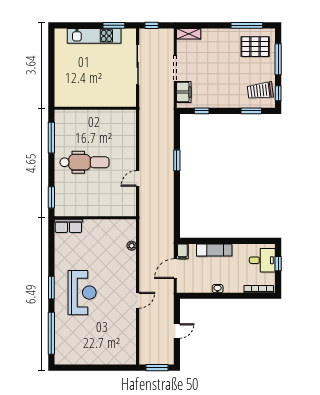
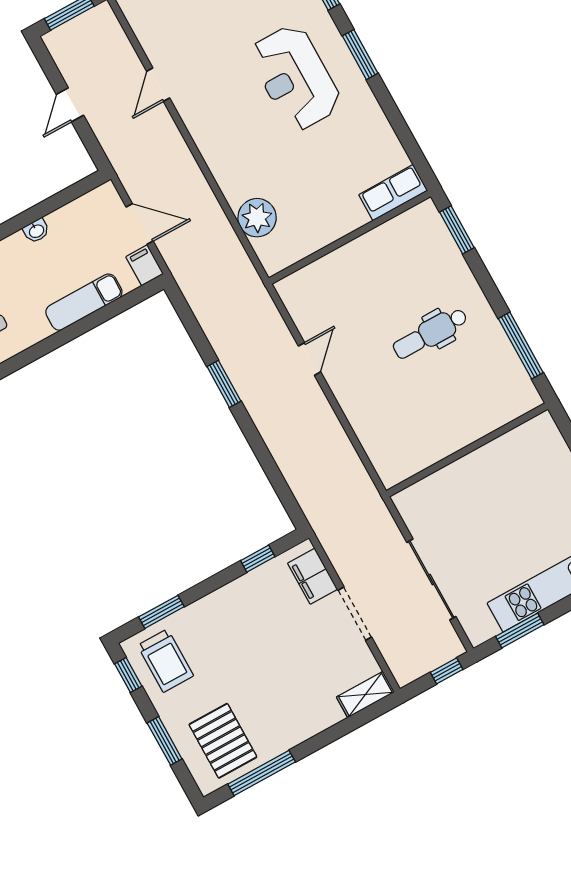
pallet: (255, 47) -> (223, 741), turned 90
window: (278, 59) -> (165, 741), width x0.69
trolley: (260, 91) -> (166, 661), turned 97
window: (177, 160) -> (224, 384), moved
dental chair: (84, 162) -> (430, 333), width x0.73, depth x0.72
plant: (132, 246) -> (257, 218), width x1.88, depth x1.88
door: (175, 269) -> (140, 224), hinge flipped
door: (138, 300) -> (158, 85), moved

